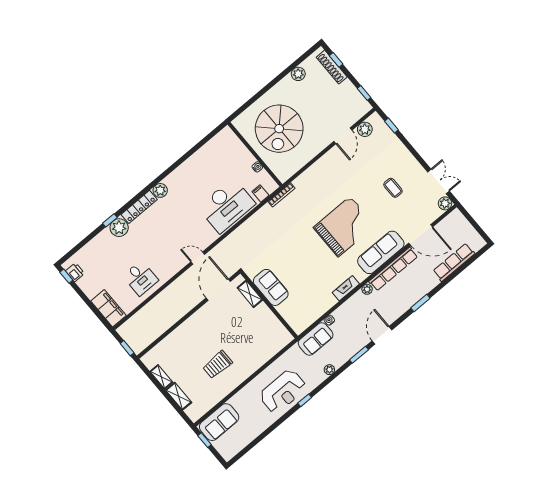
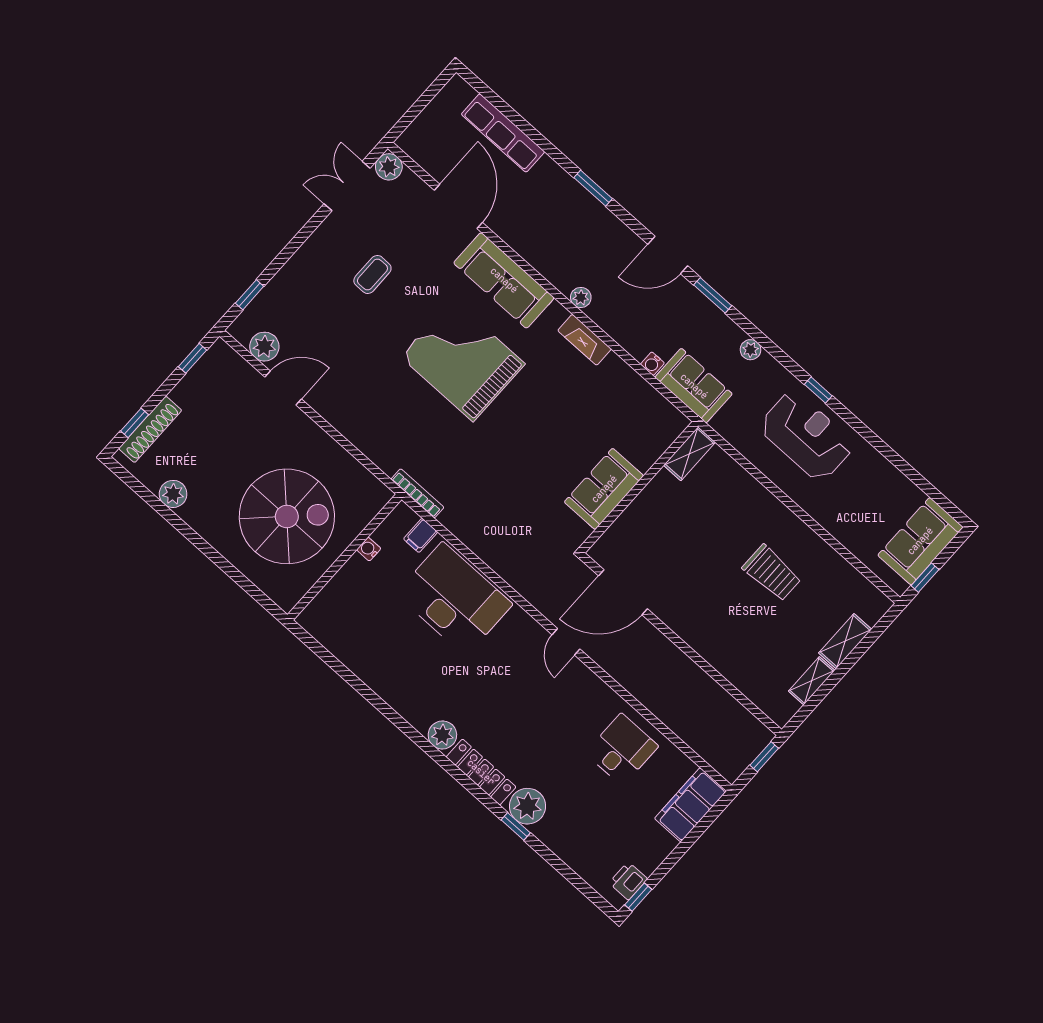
row of seats: (393, 269) -> (533, 251), removed
shelving: (250, 294) -> (690, 454), moved
sofa: (219, 422) -> (920, 541), moved, turned -90

